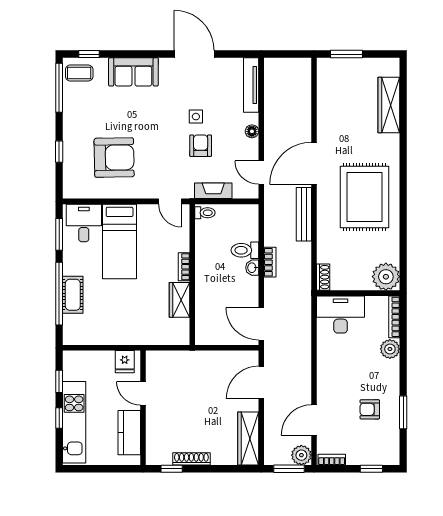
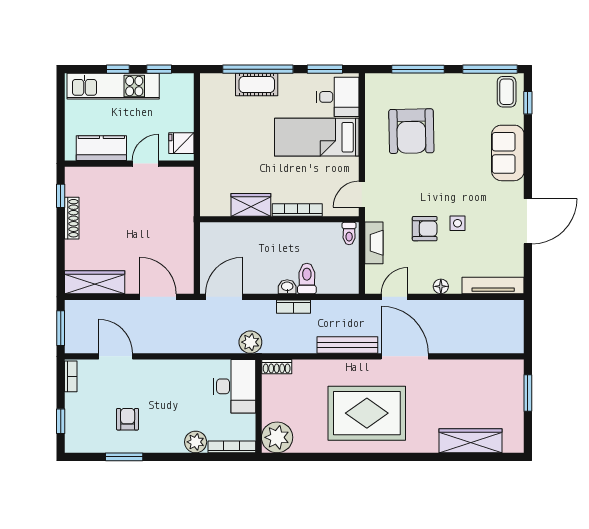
window: (59, 152) -> (418, 69), width x2.17
bookcase: (184, 267) -> (297, 210), width x1.56
plant: (301, 455) -> (250, 342), moved

